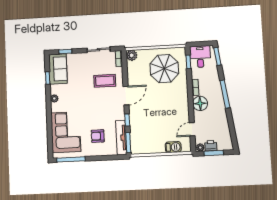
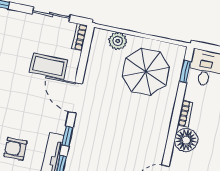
plant: (132, 55) -> (118, 41), moved
door: (126, 96) -> (75, 98), swing flipped

